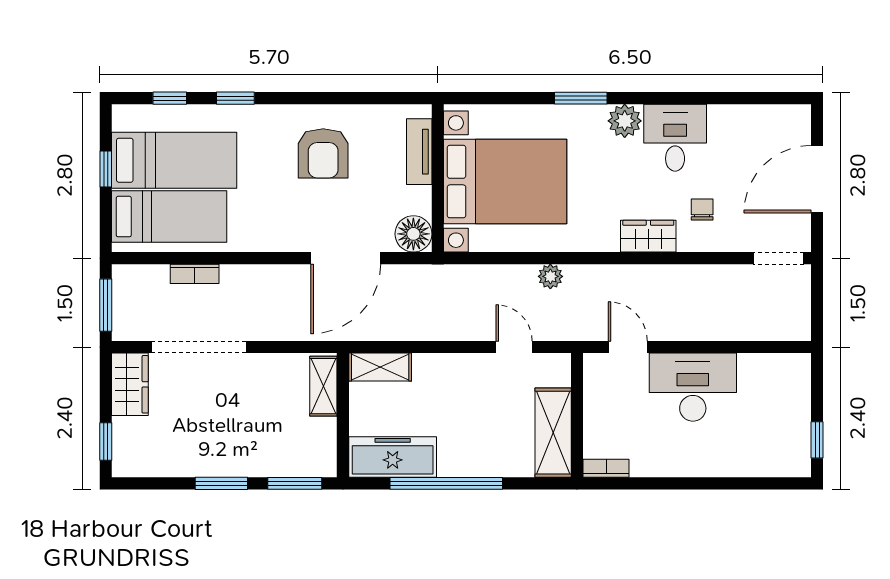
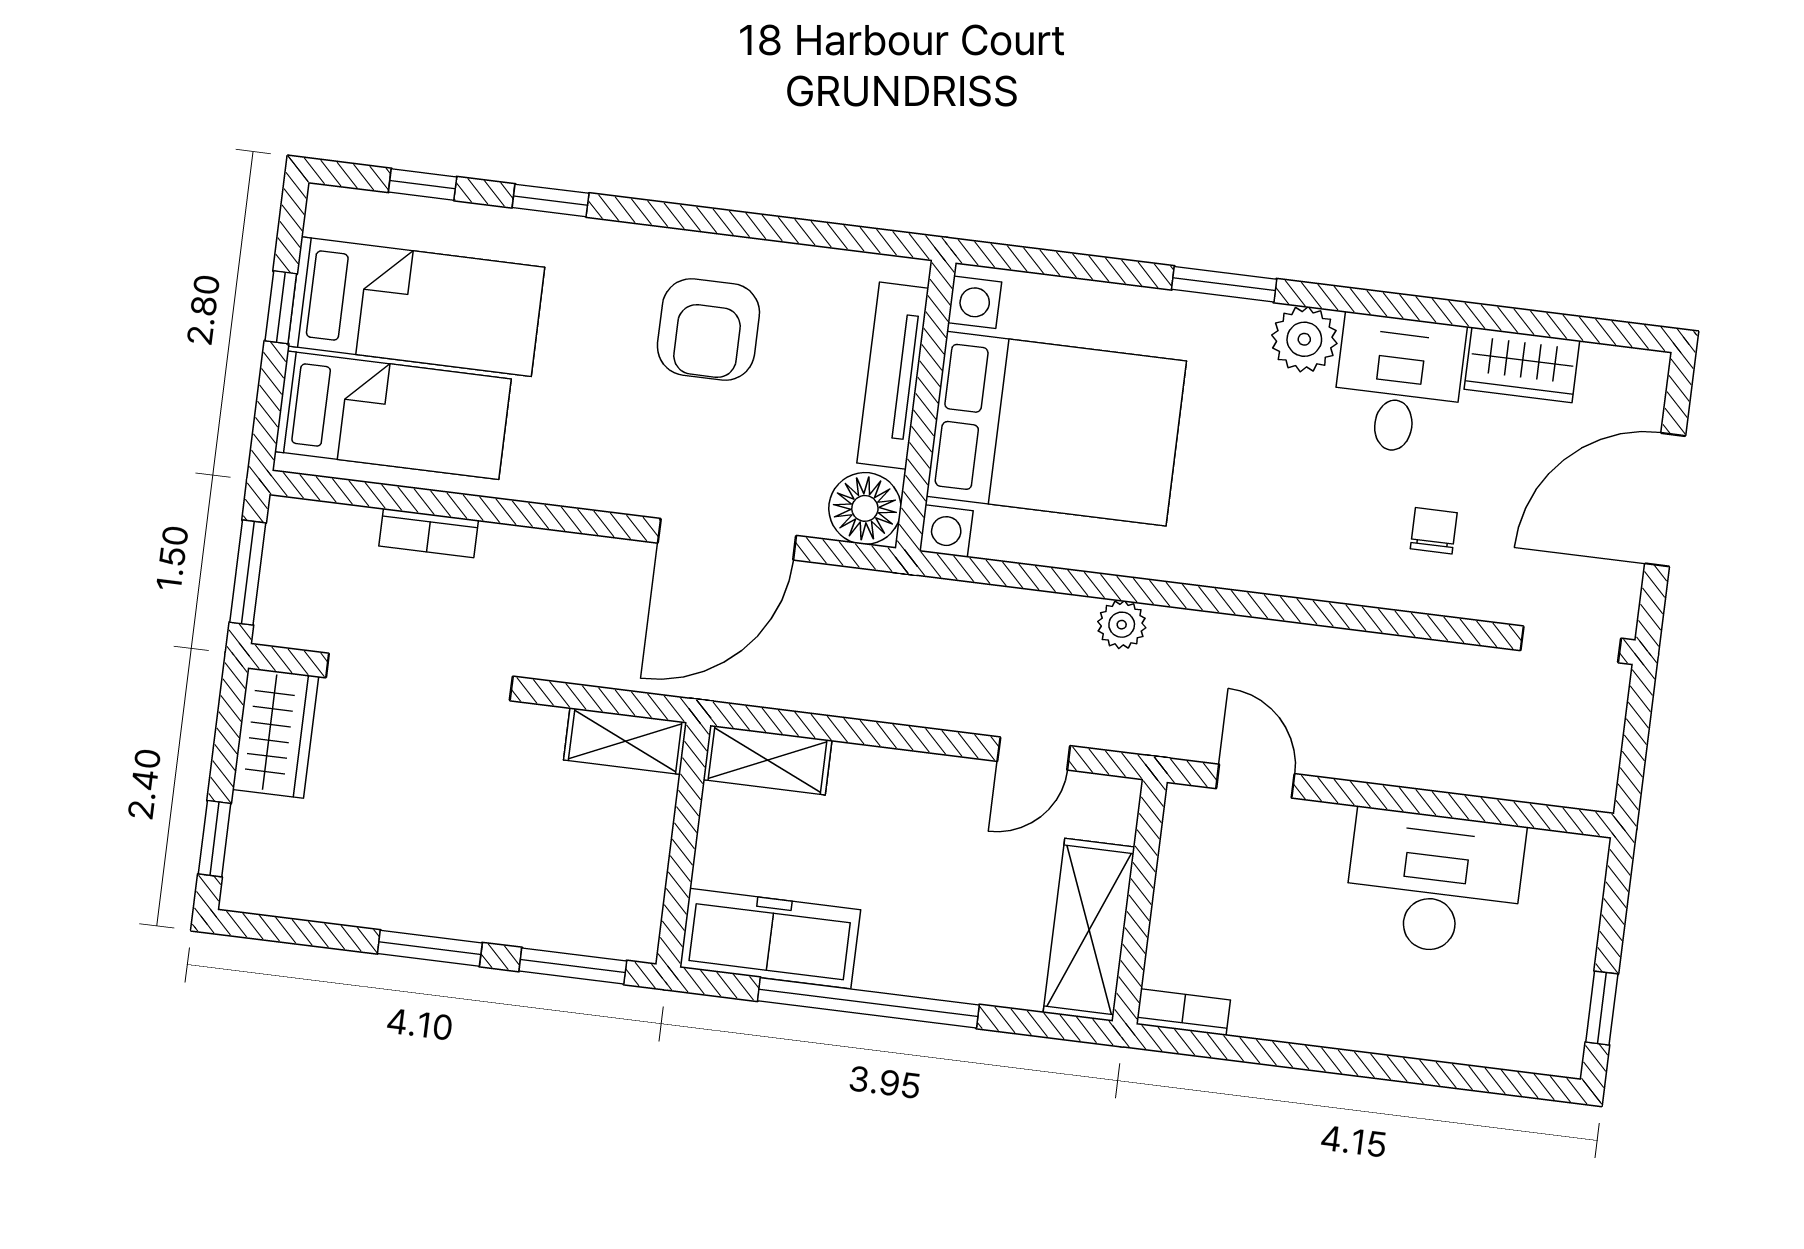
tv unit: (419, 152) -> (893, 376), width x1.41
wardrobe: (648, 236) -> (1522, 365), moved, turned 180
door: (514, 347) -> (1034, 753), swing flipped
shelving: (323, 386) -> (625, 741), moved, turned 90
desk: (693, 387) -> (1434, 883), moved

